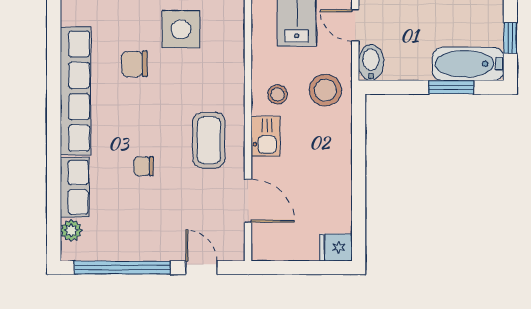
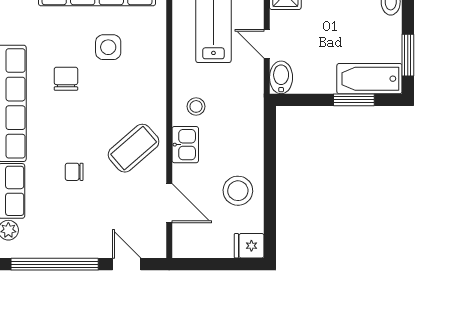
side table: (181, 29) -> (108, 47), width x0.73, depth x0.73
window: (510, 38) -> (408, 55), width x1.50
chair: (135, 64) -> (66, 79), turned 91
stool: (325, 90) -> (238, 191), moved
coffee table: (209, 140) -> (134, 148), turned 49

